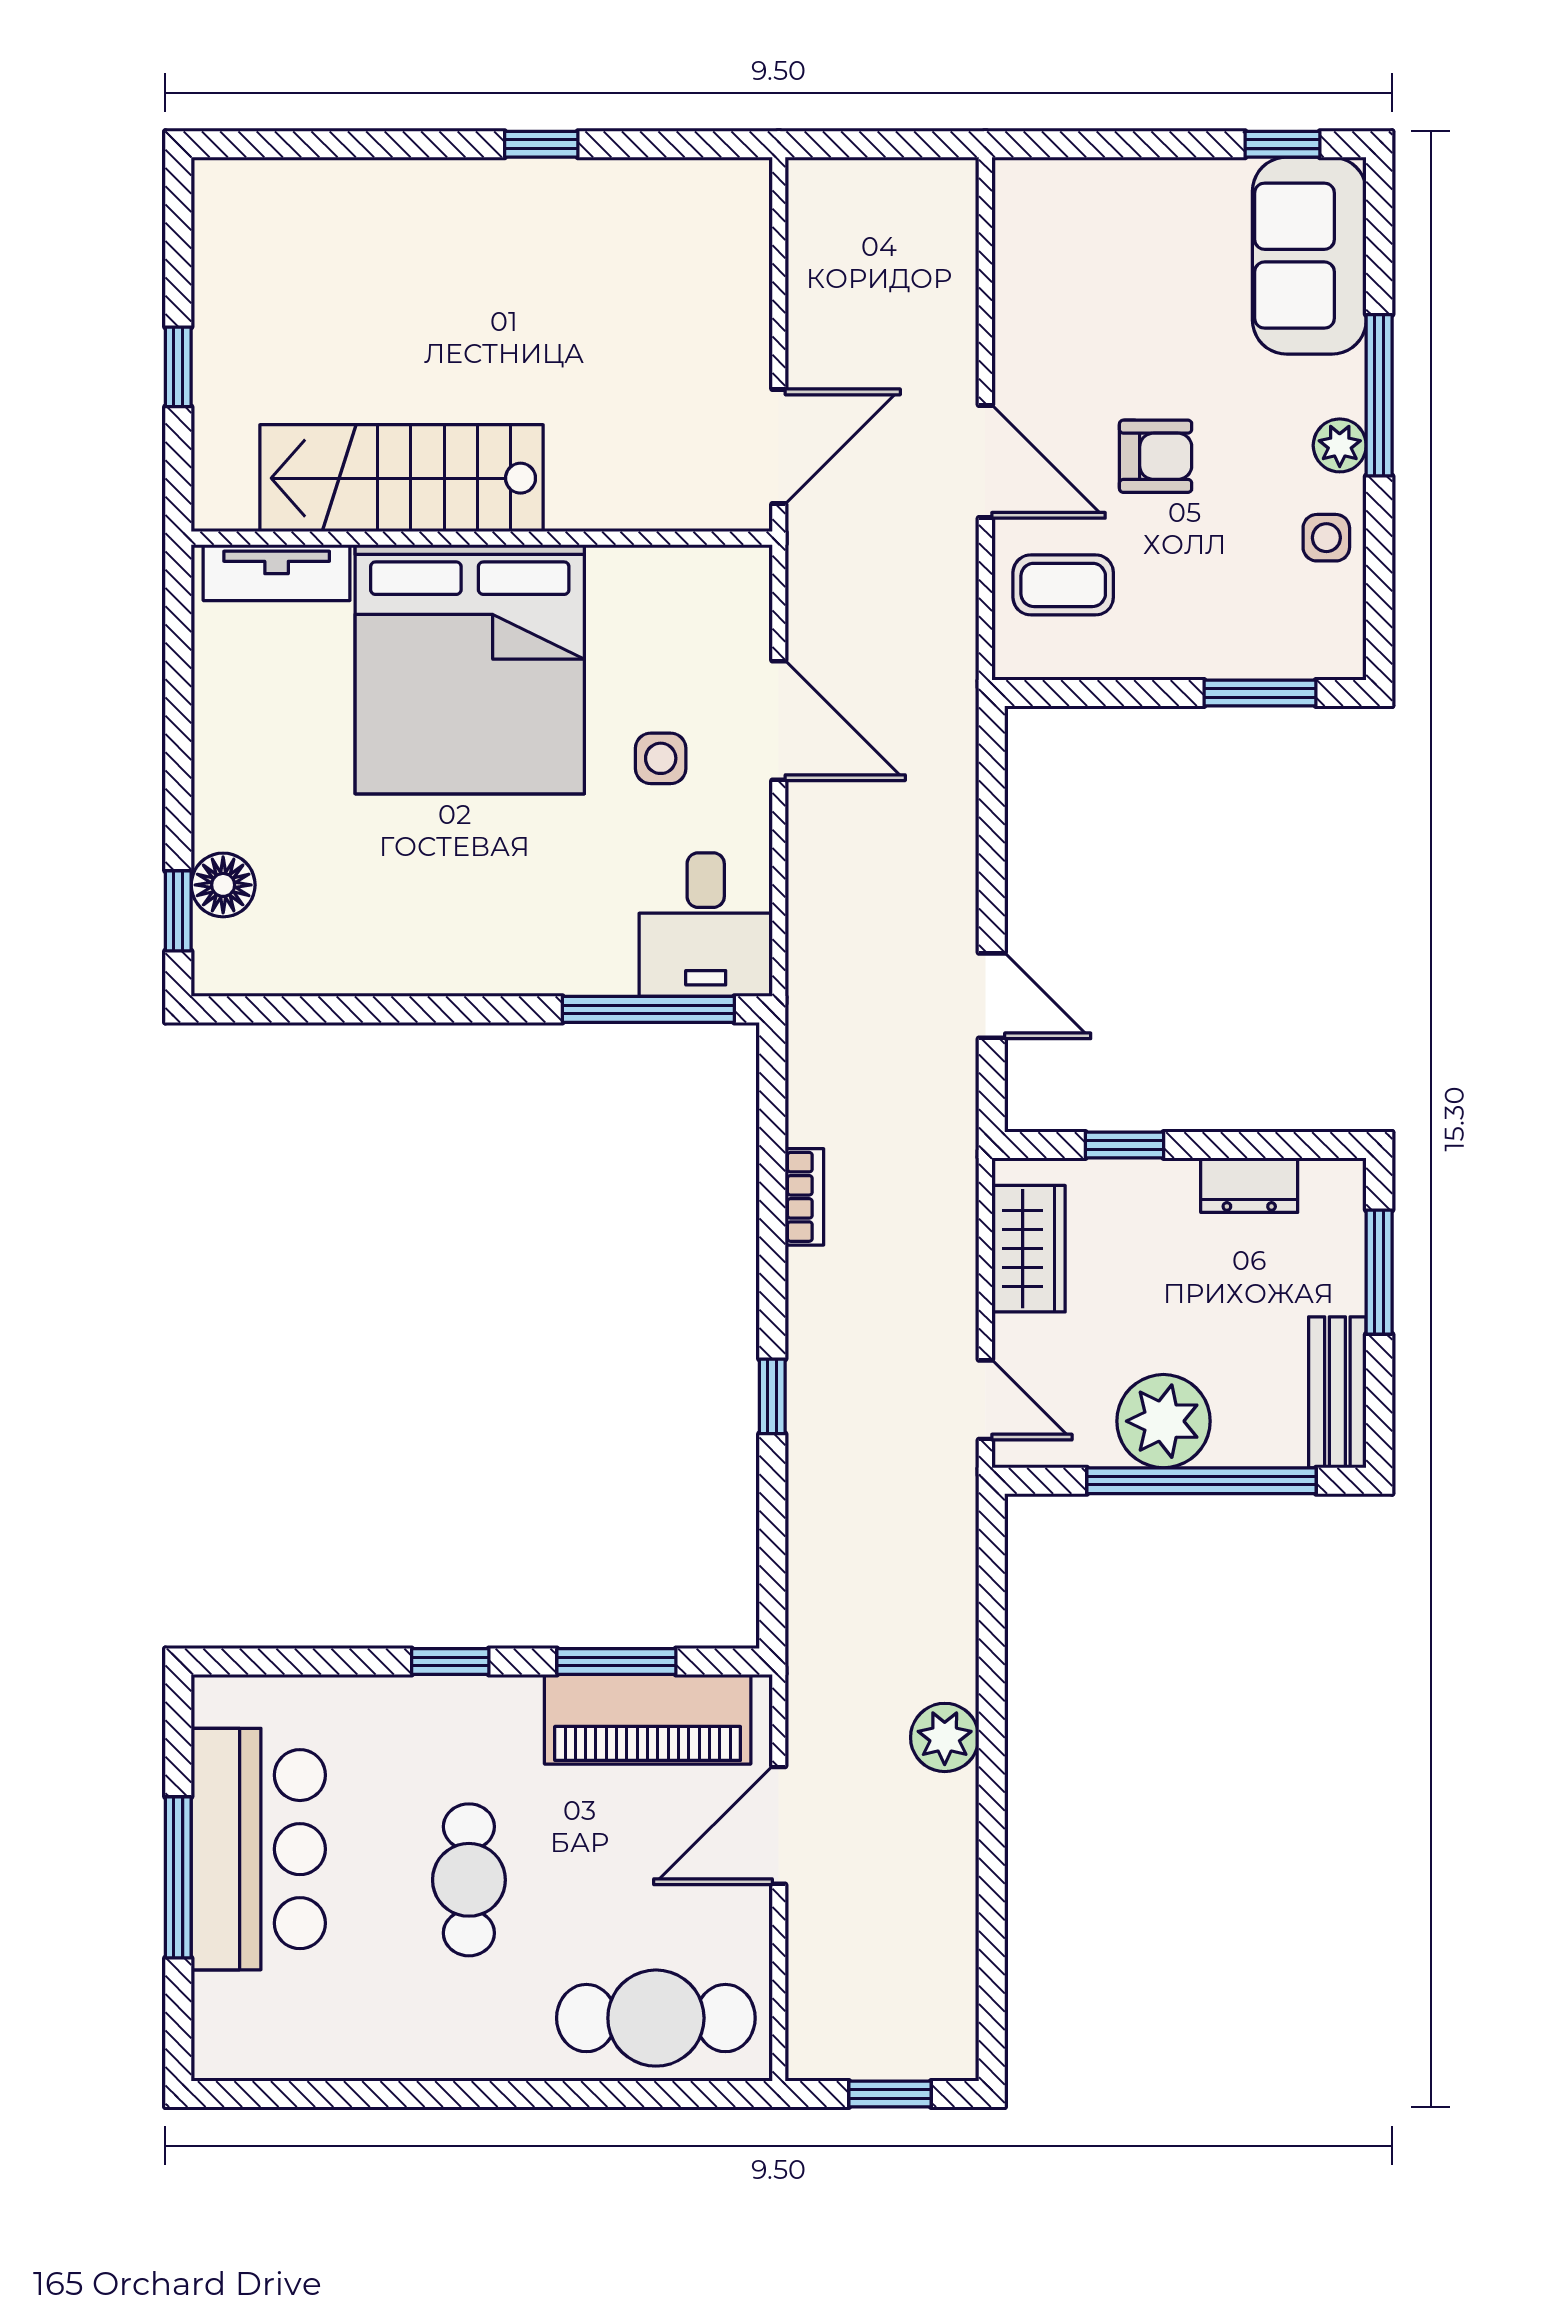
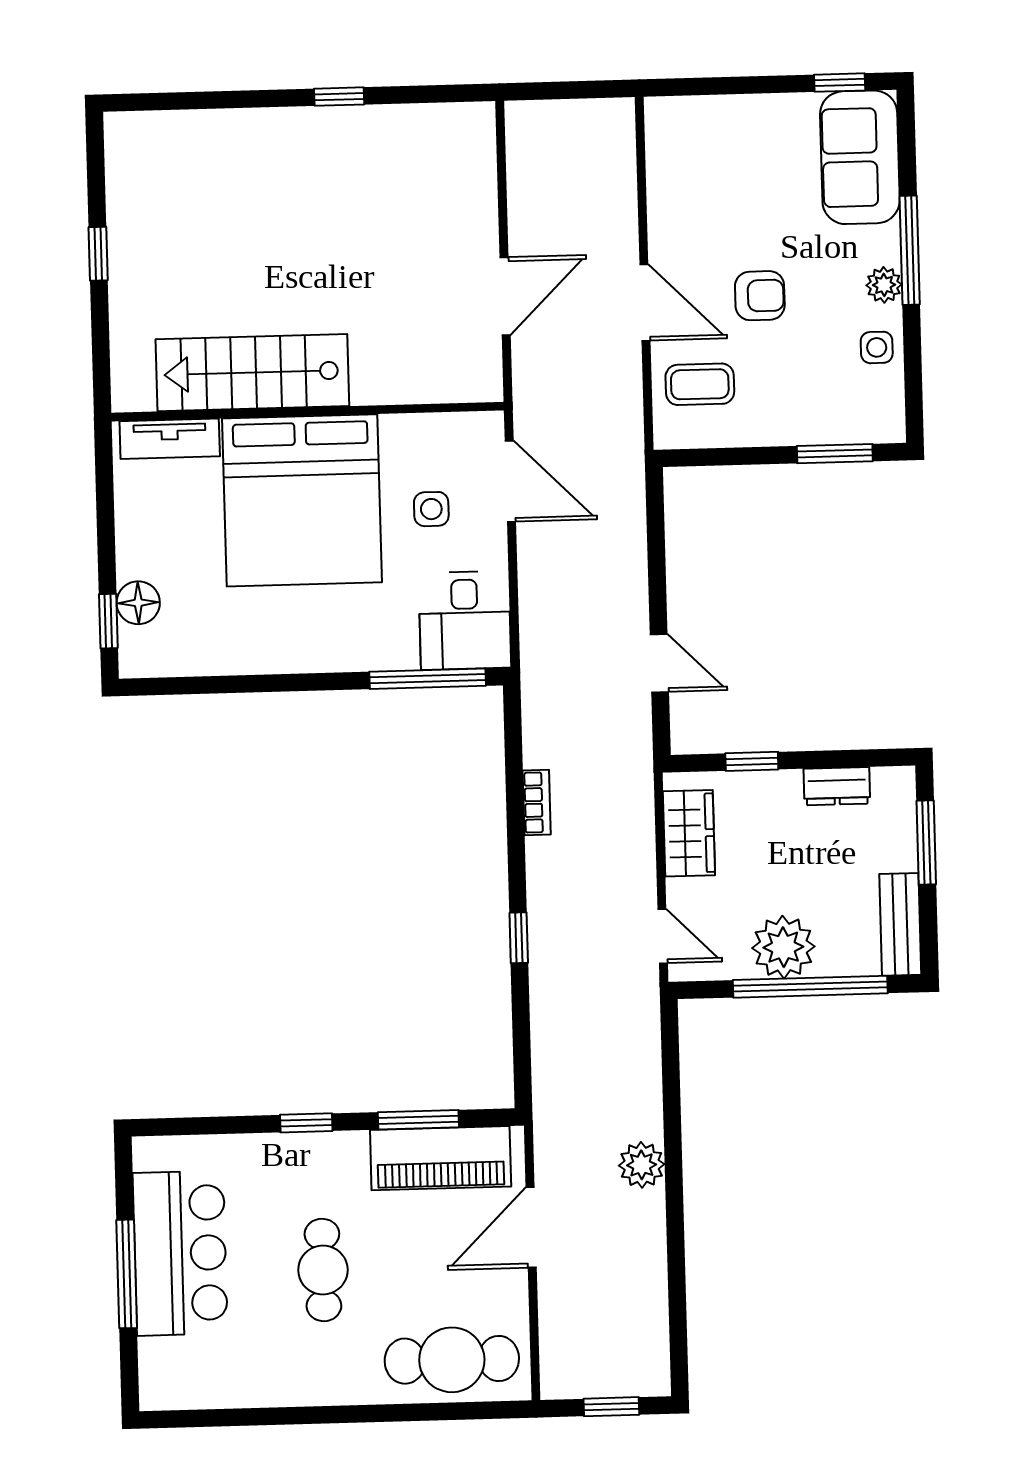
stairs: (402, 478) -> (252, 373), moved
wall: (482, 538) -> (308, 412), moved
tv unit: (277, 573) -> (170, 439), moved
bed: (470, 669) -> (302, 500), moved

